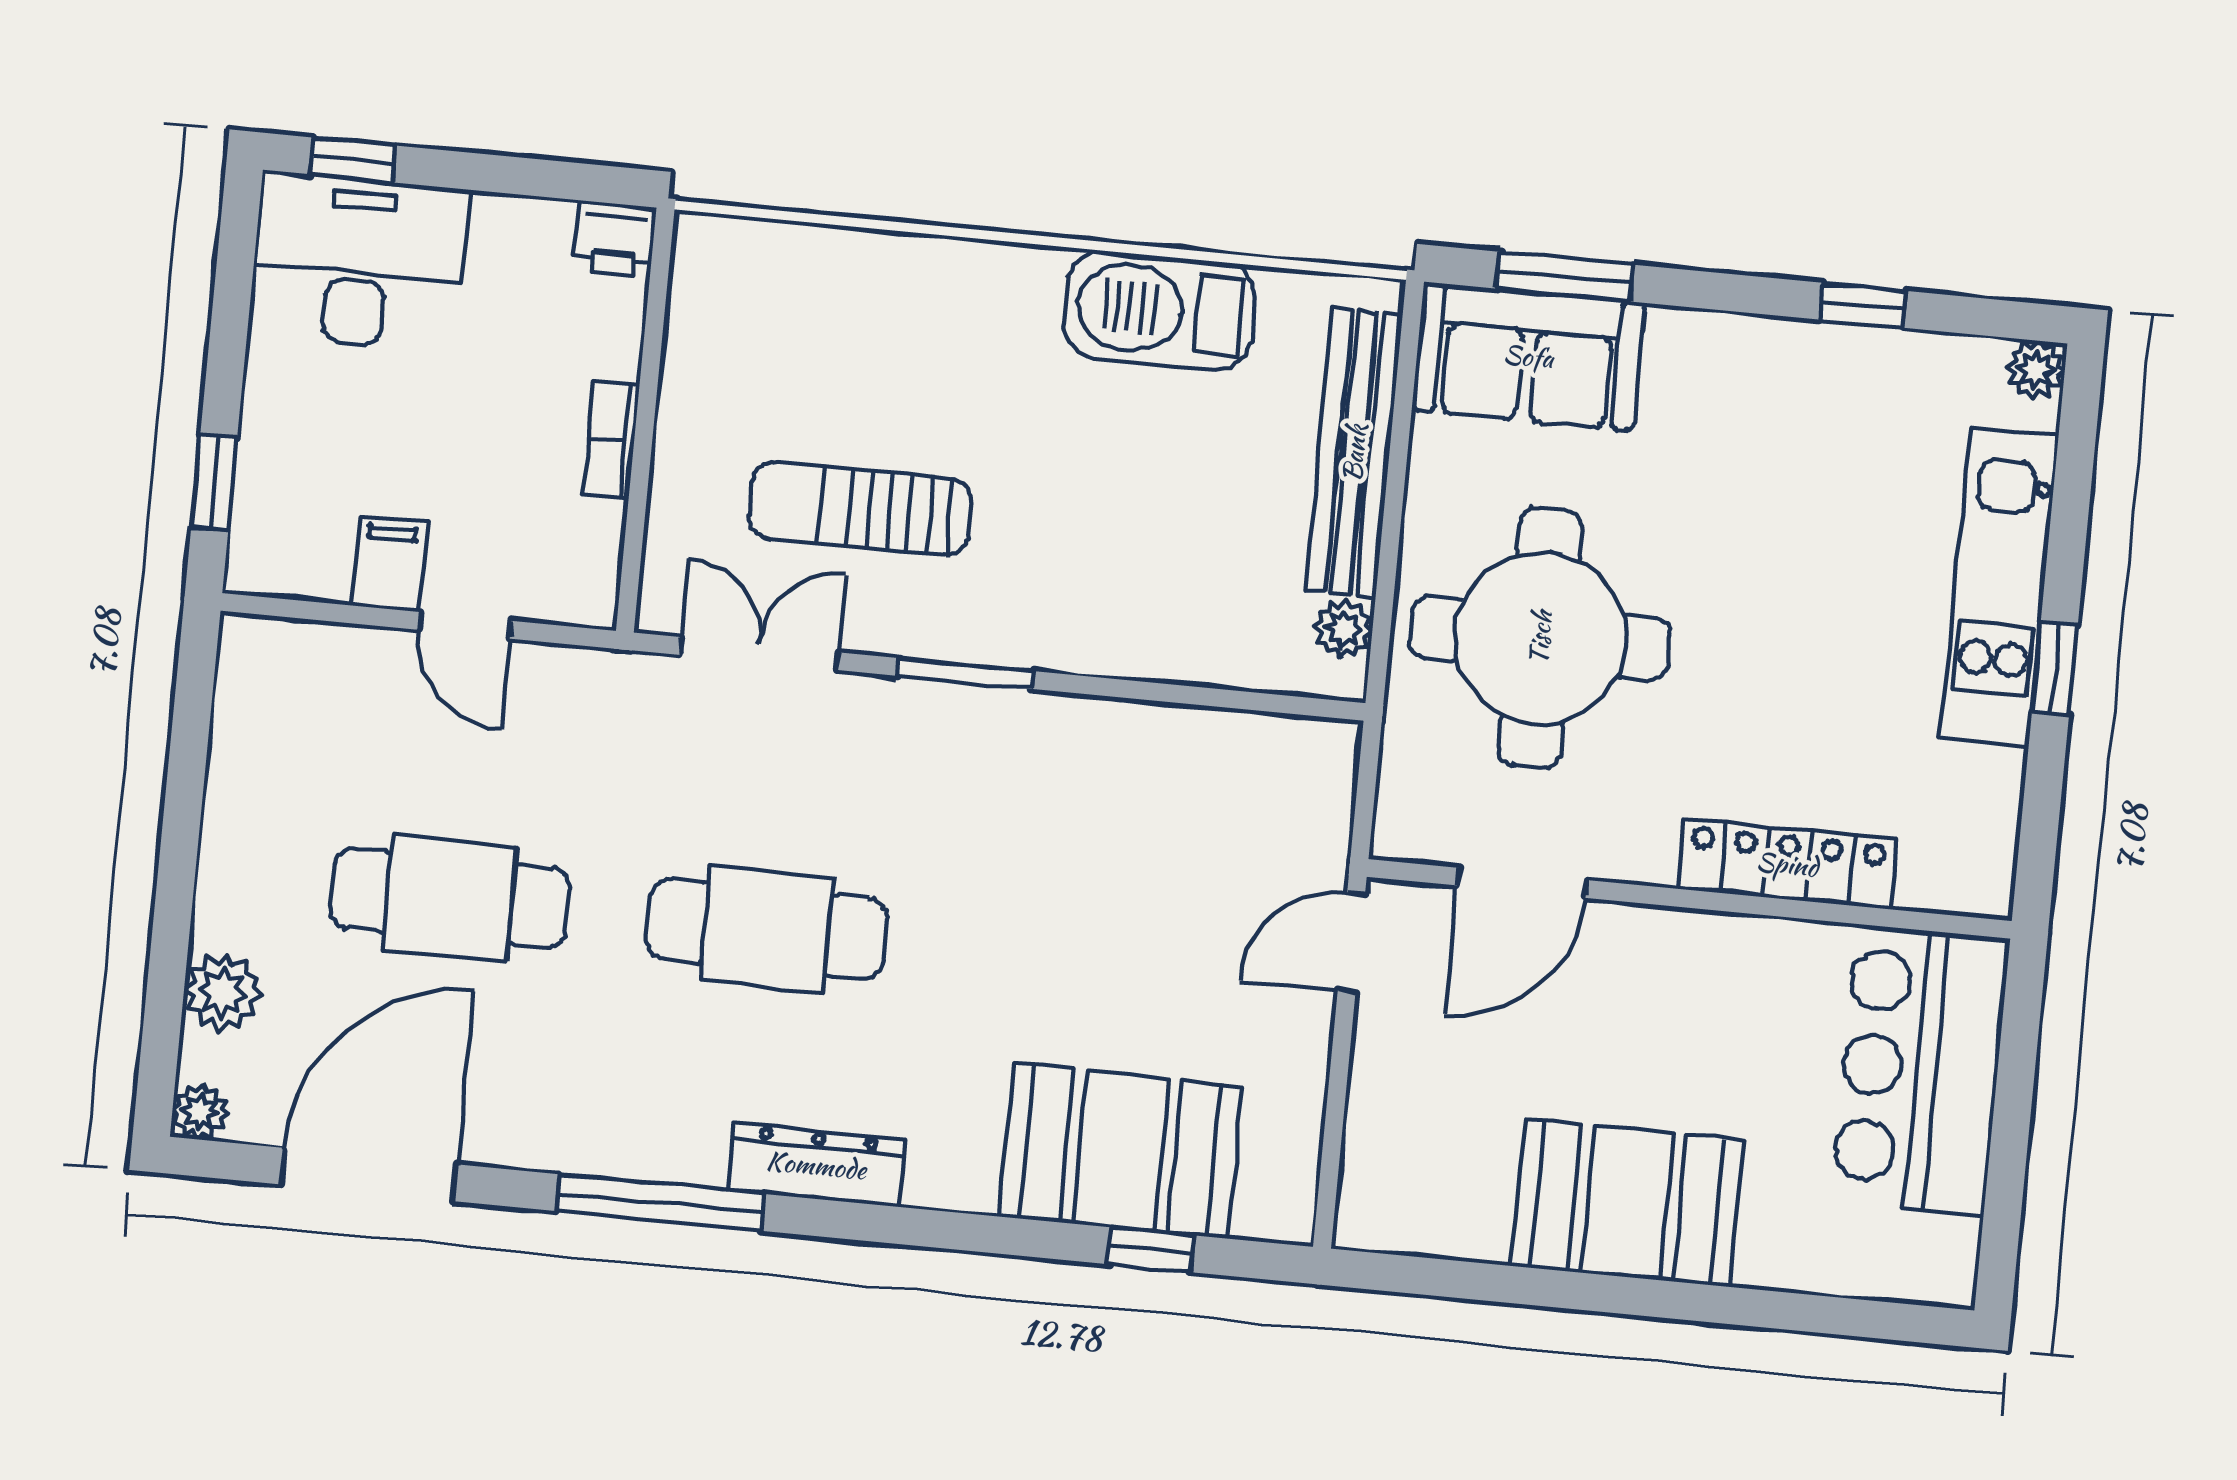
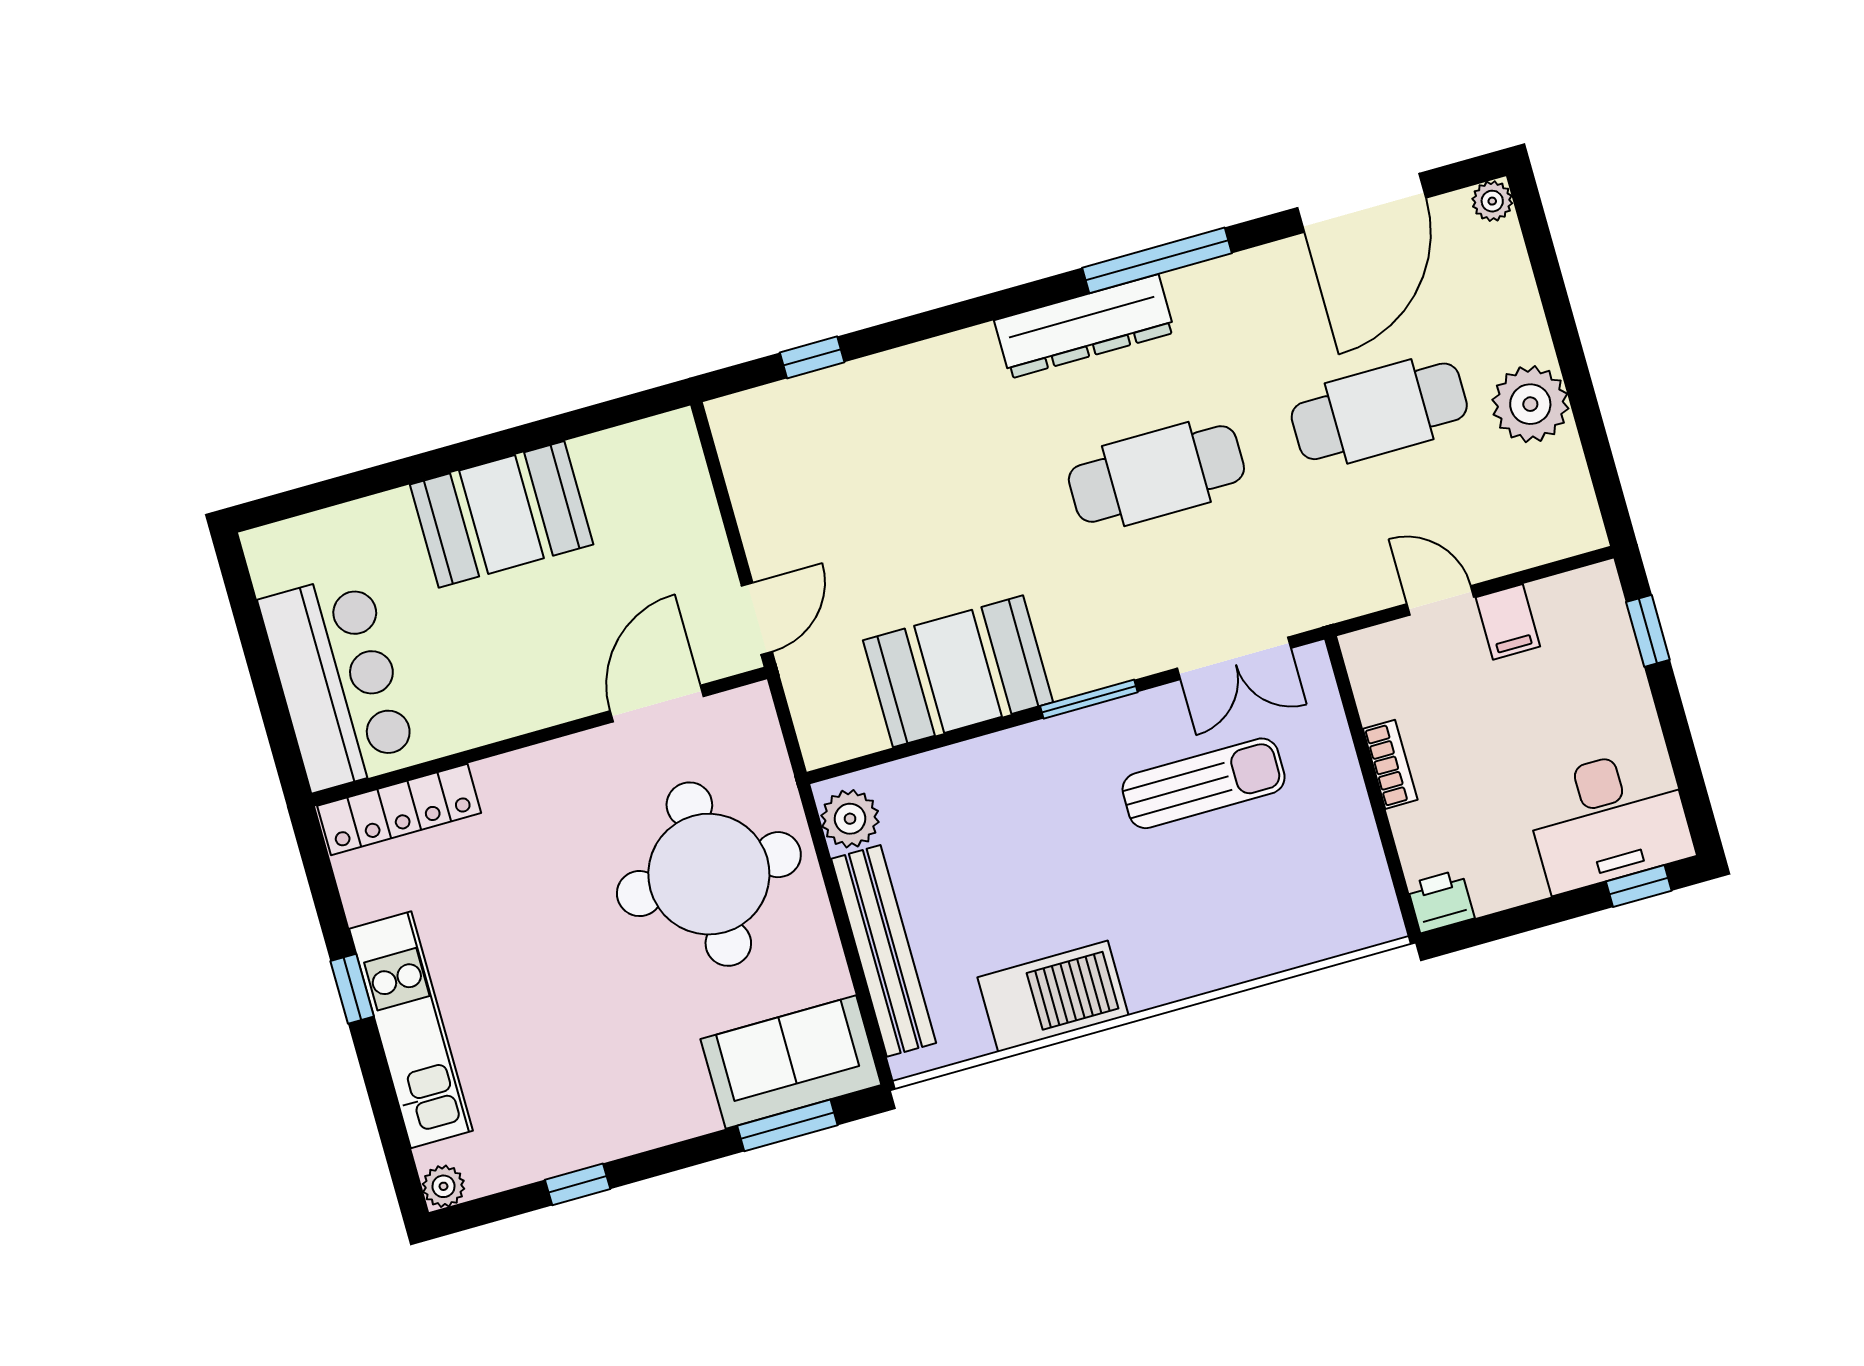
plant: (1343, 629) -> (850, 819), width x1.38, depth x1.38
locker: (1787, 864) -> (399, 809), moved
plant: (223, 992) -> (1530, 404), moved, width x1.36, depth x1.36
booth: (1121, 1151) -> (958, 671), moved
dresser: (816, 1165) -> (1084, 326), width x1.37, depth x1.24

